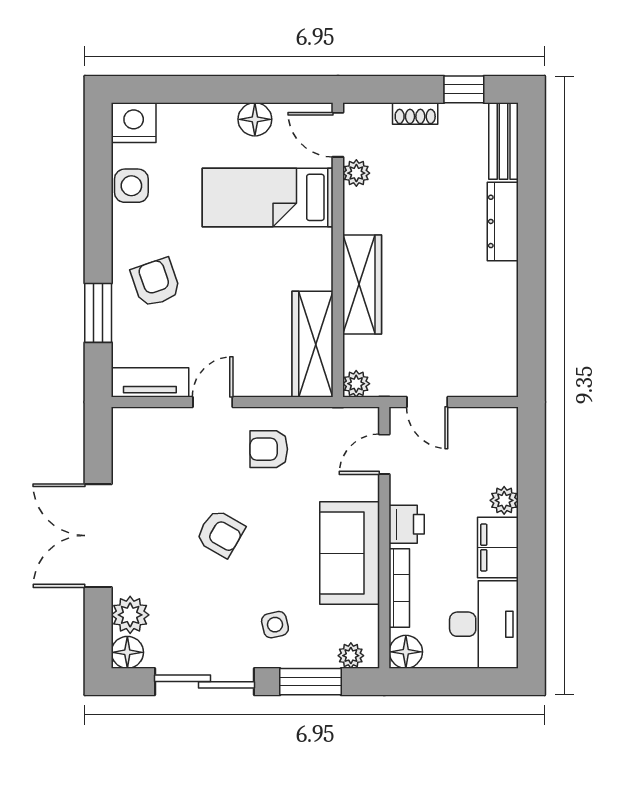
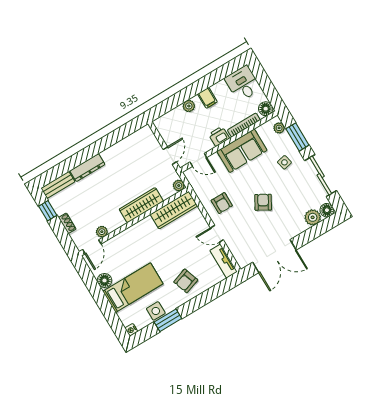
nightstand: (134, 123) -> (131, 330), width x0.53, depth x0.56
bed: (268, 197) -> (133, 288), moved, turned -90
window: (98, 313) -> (168, 320), moved
double door: (98, 536) -> (274, 256), moved
filing cabinet: (498, 548) -> (207, 98), width x0.50
desk: (484, 624) -> (243, 84), width x0.73

